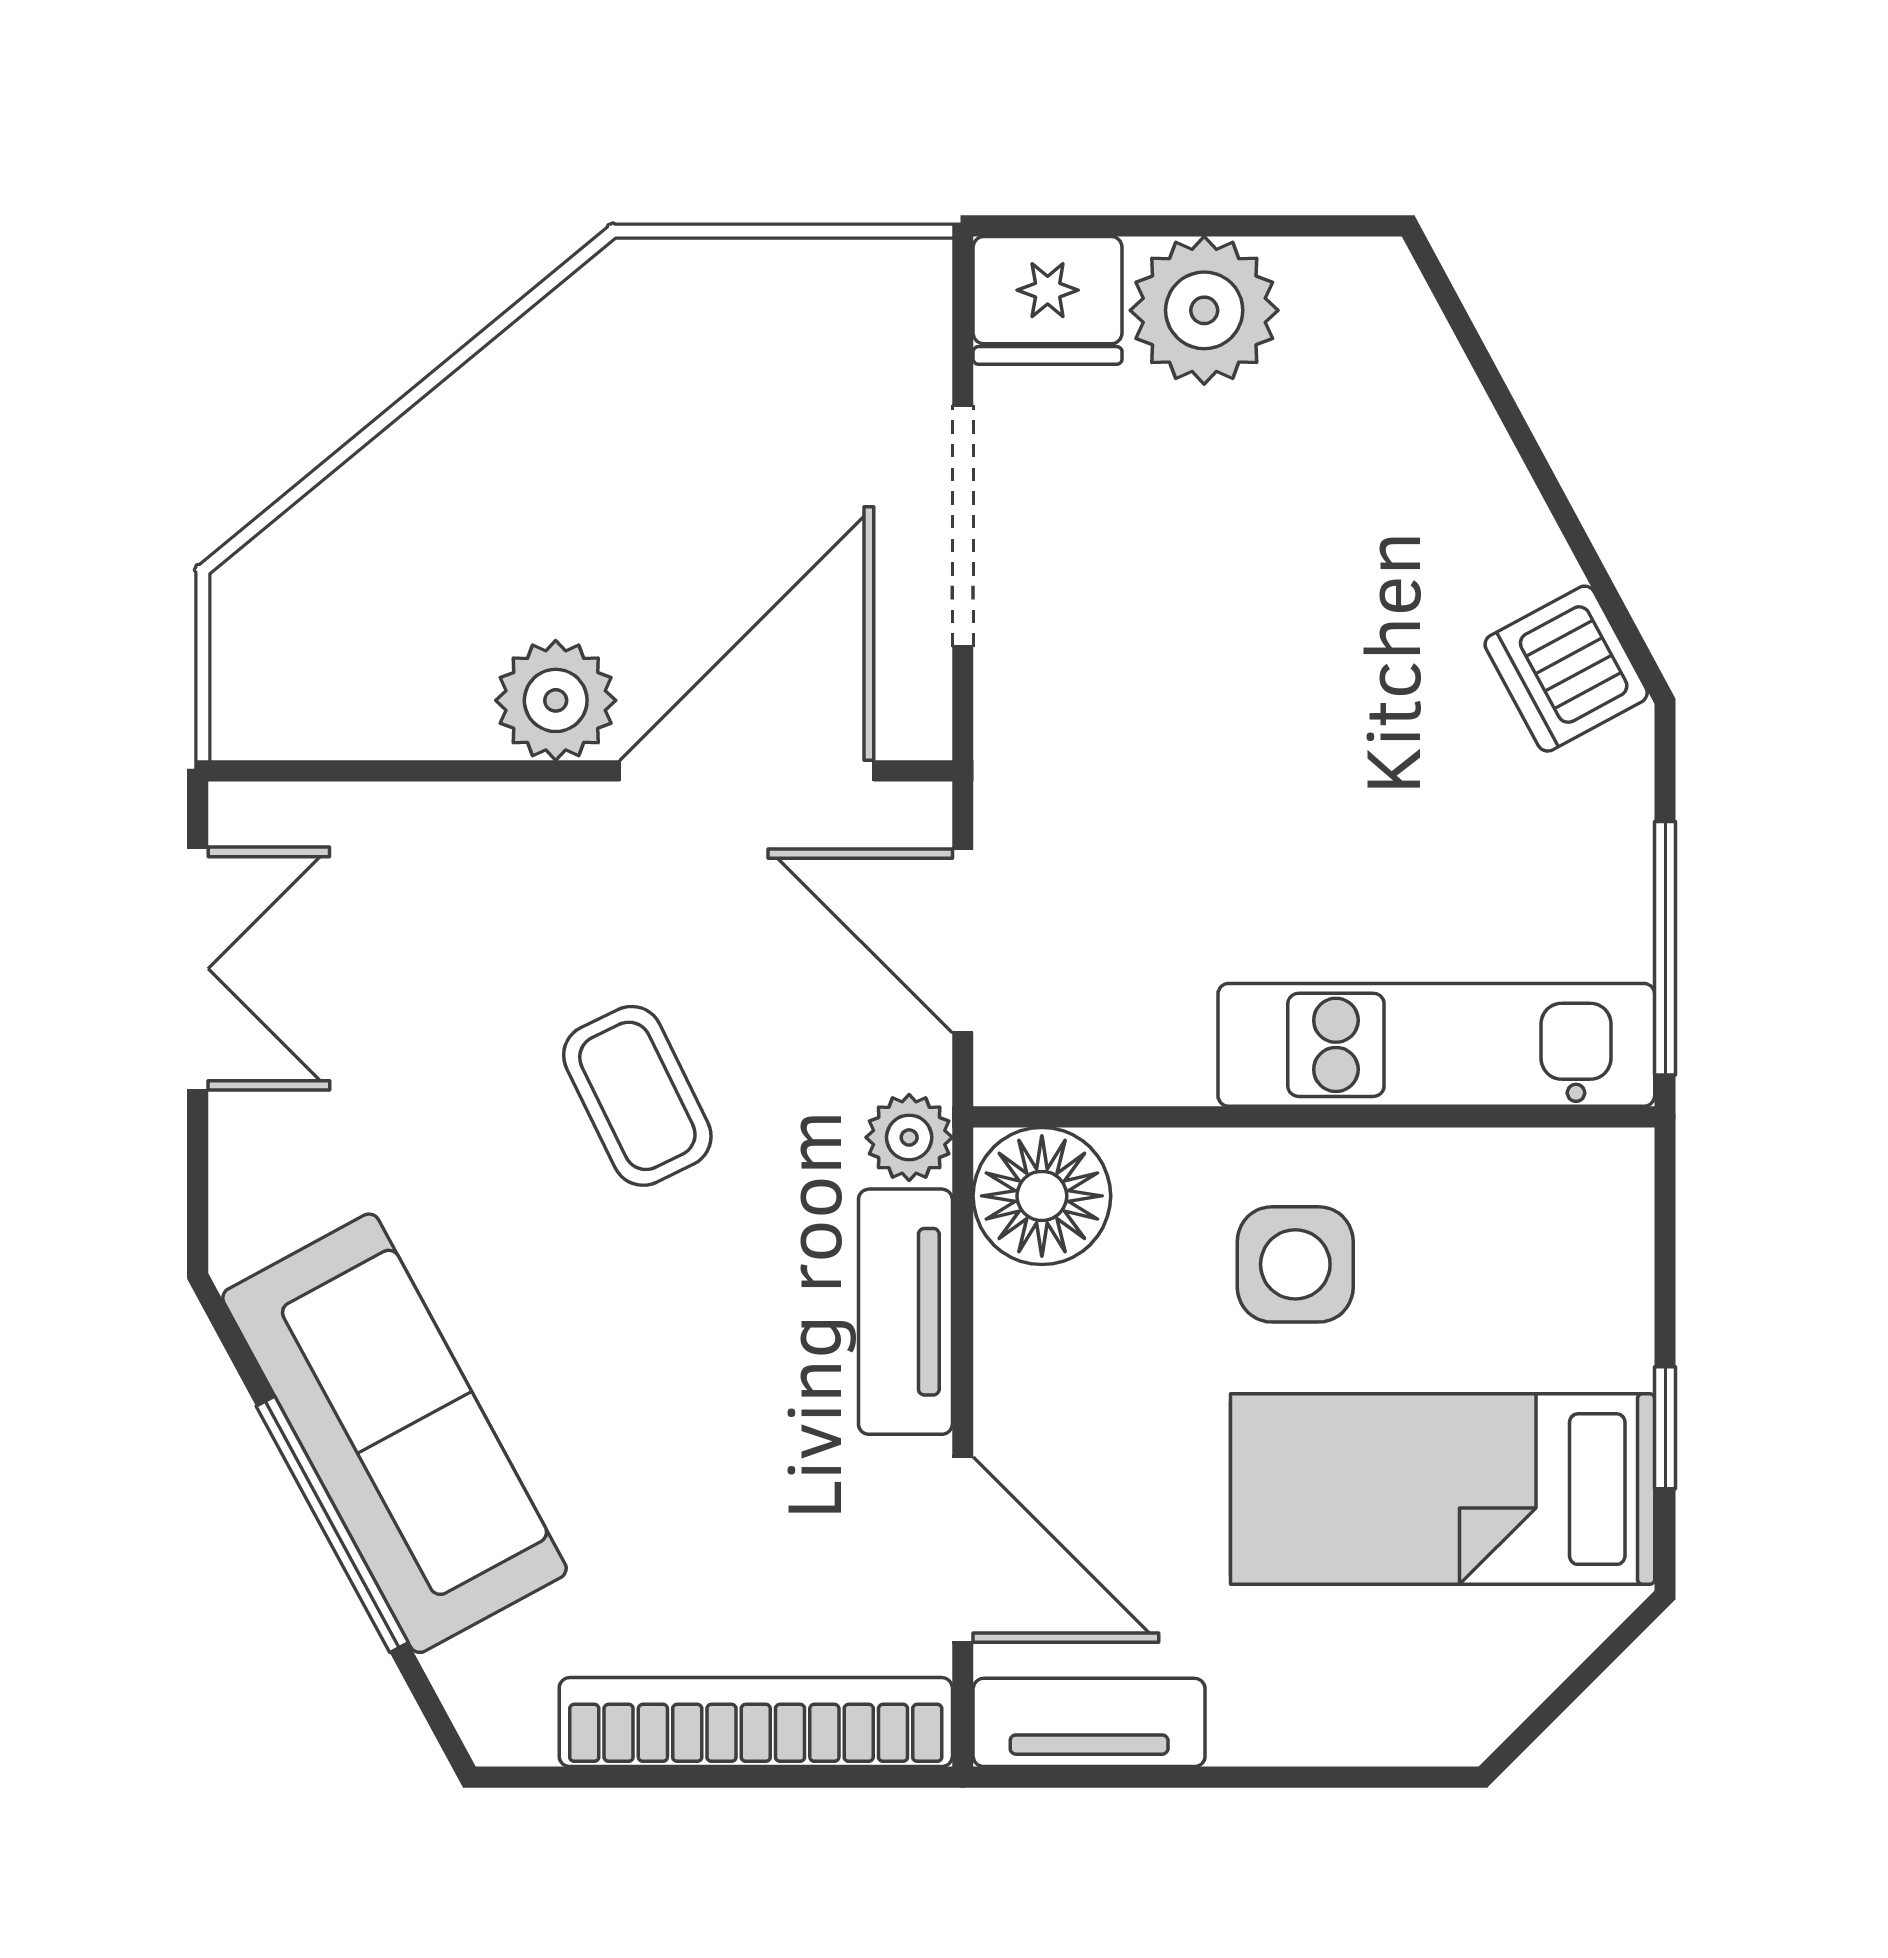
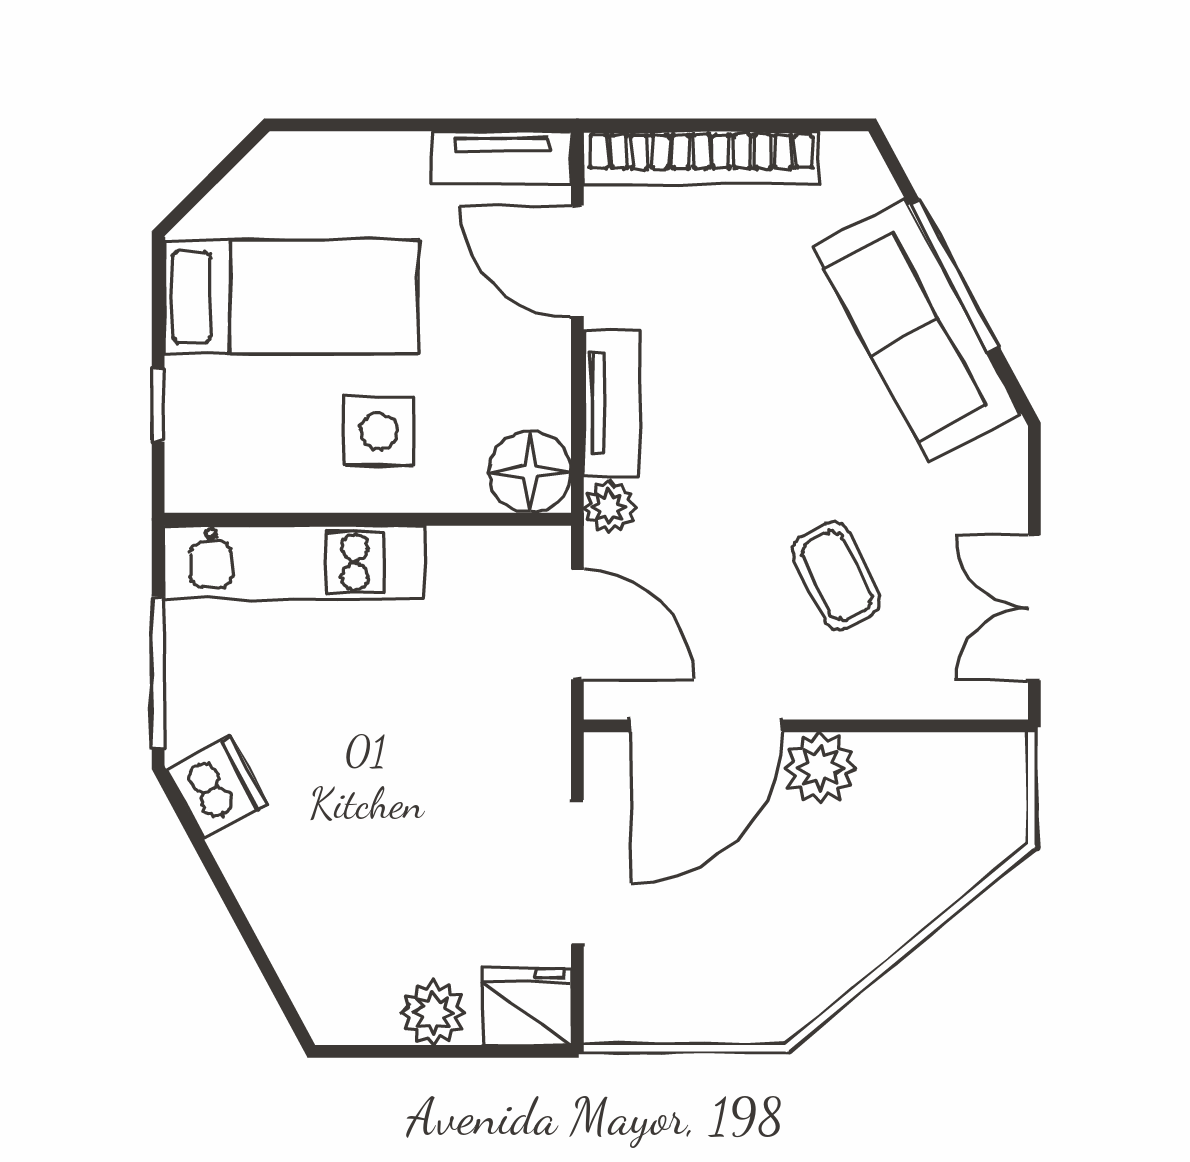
plant: (1204, 310) -> (433, 1013), width x0.73, depth x0.73
window: (1665, 948) -> (158, 672), moved
coffee table: (637, 1096) -> (836, 576), moved
window: (1665, 1428) -> (158, 405), moved

